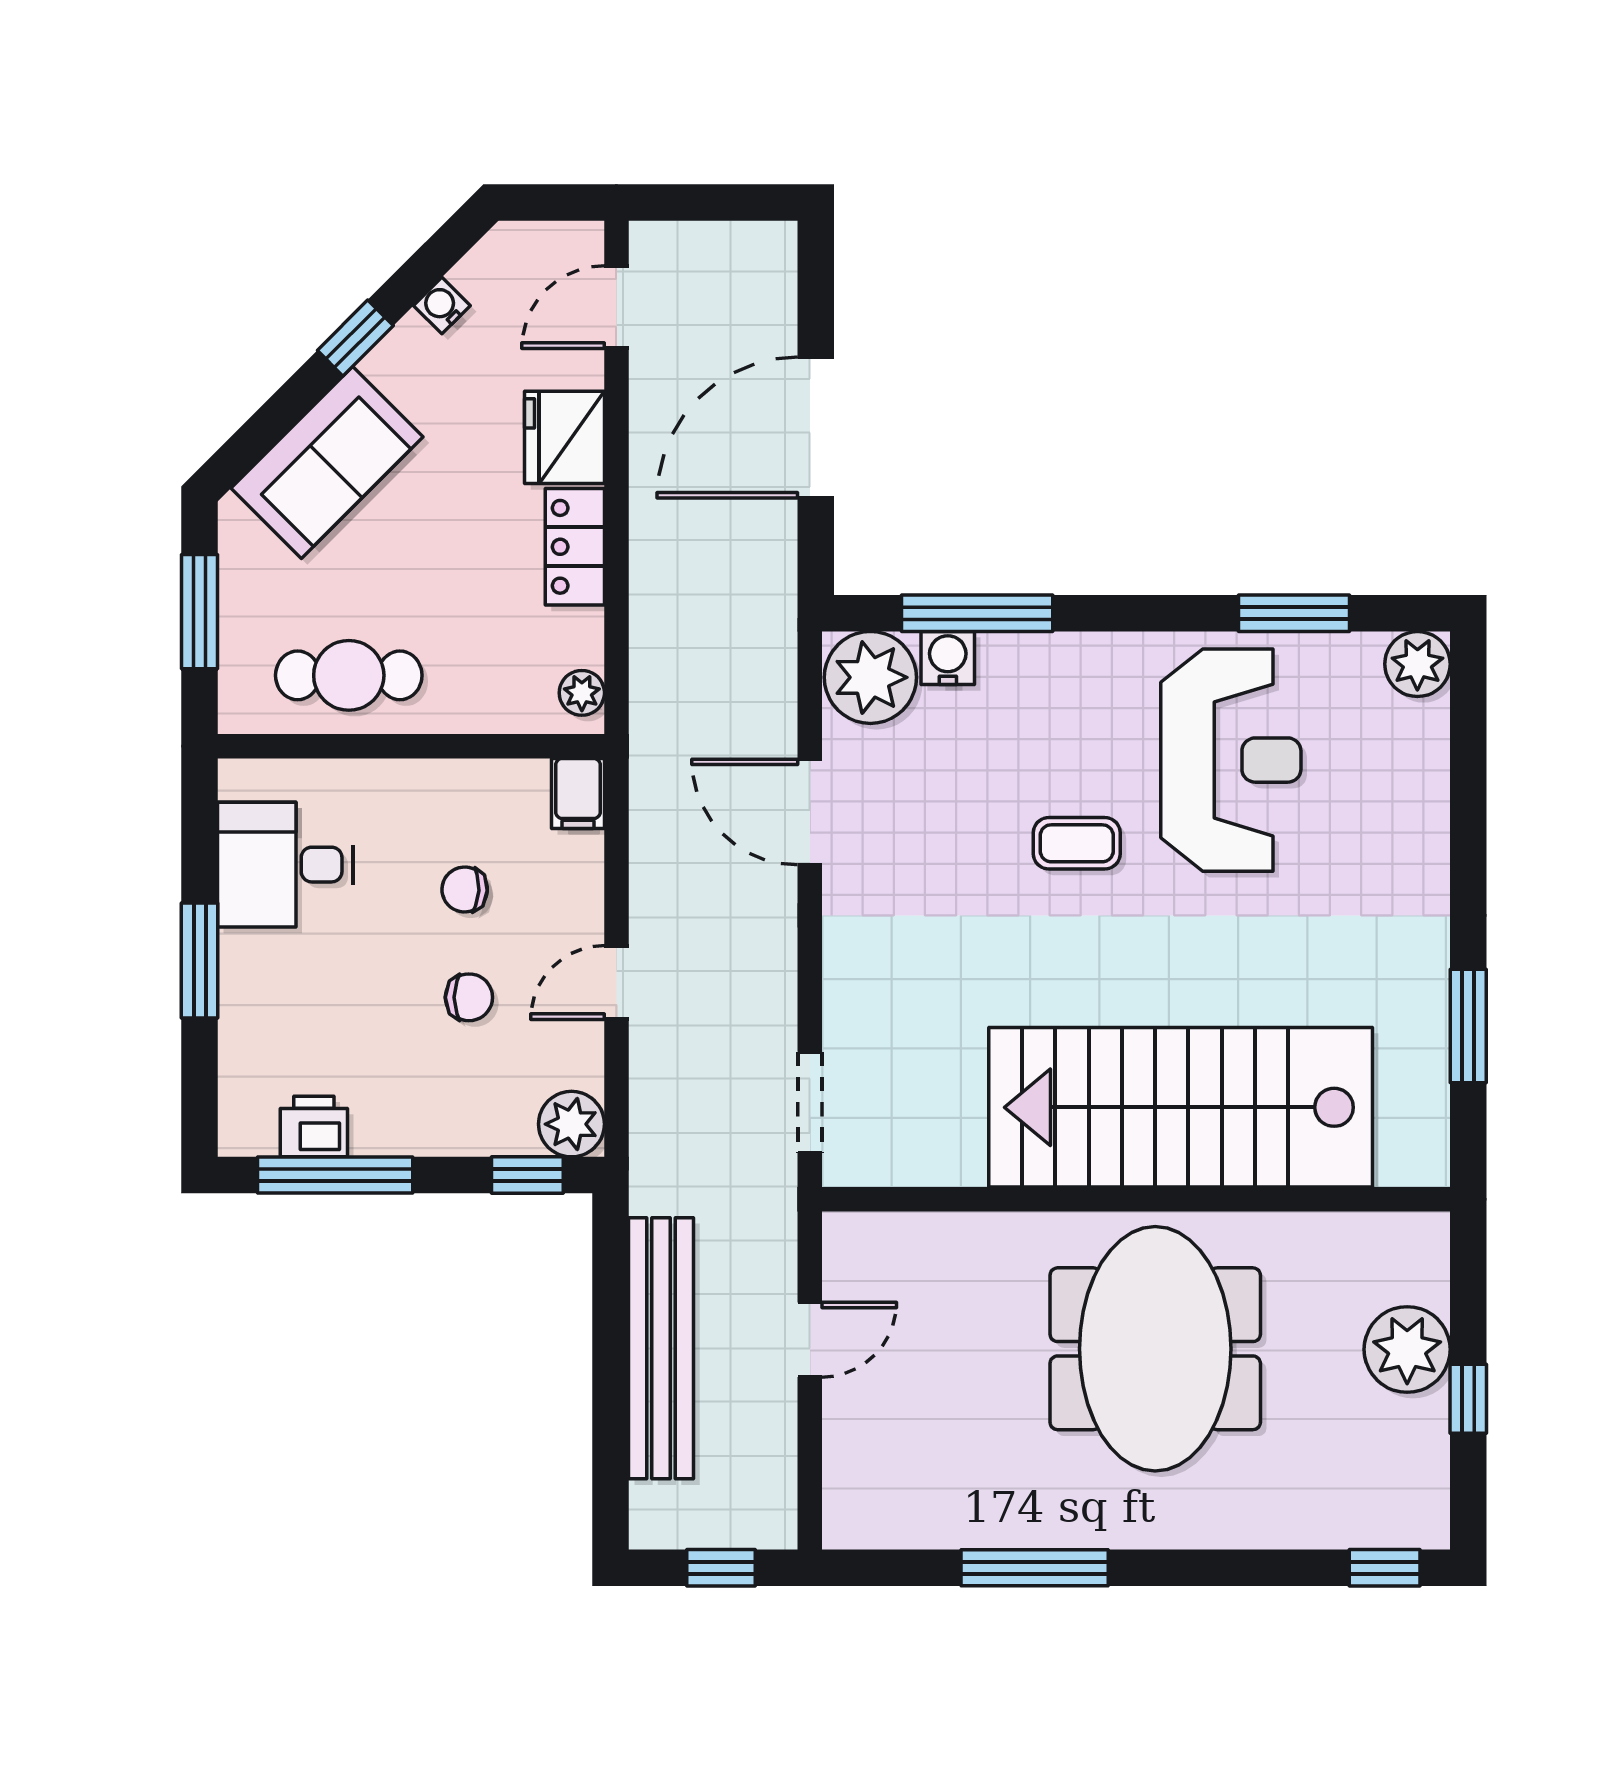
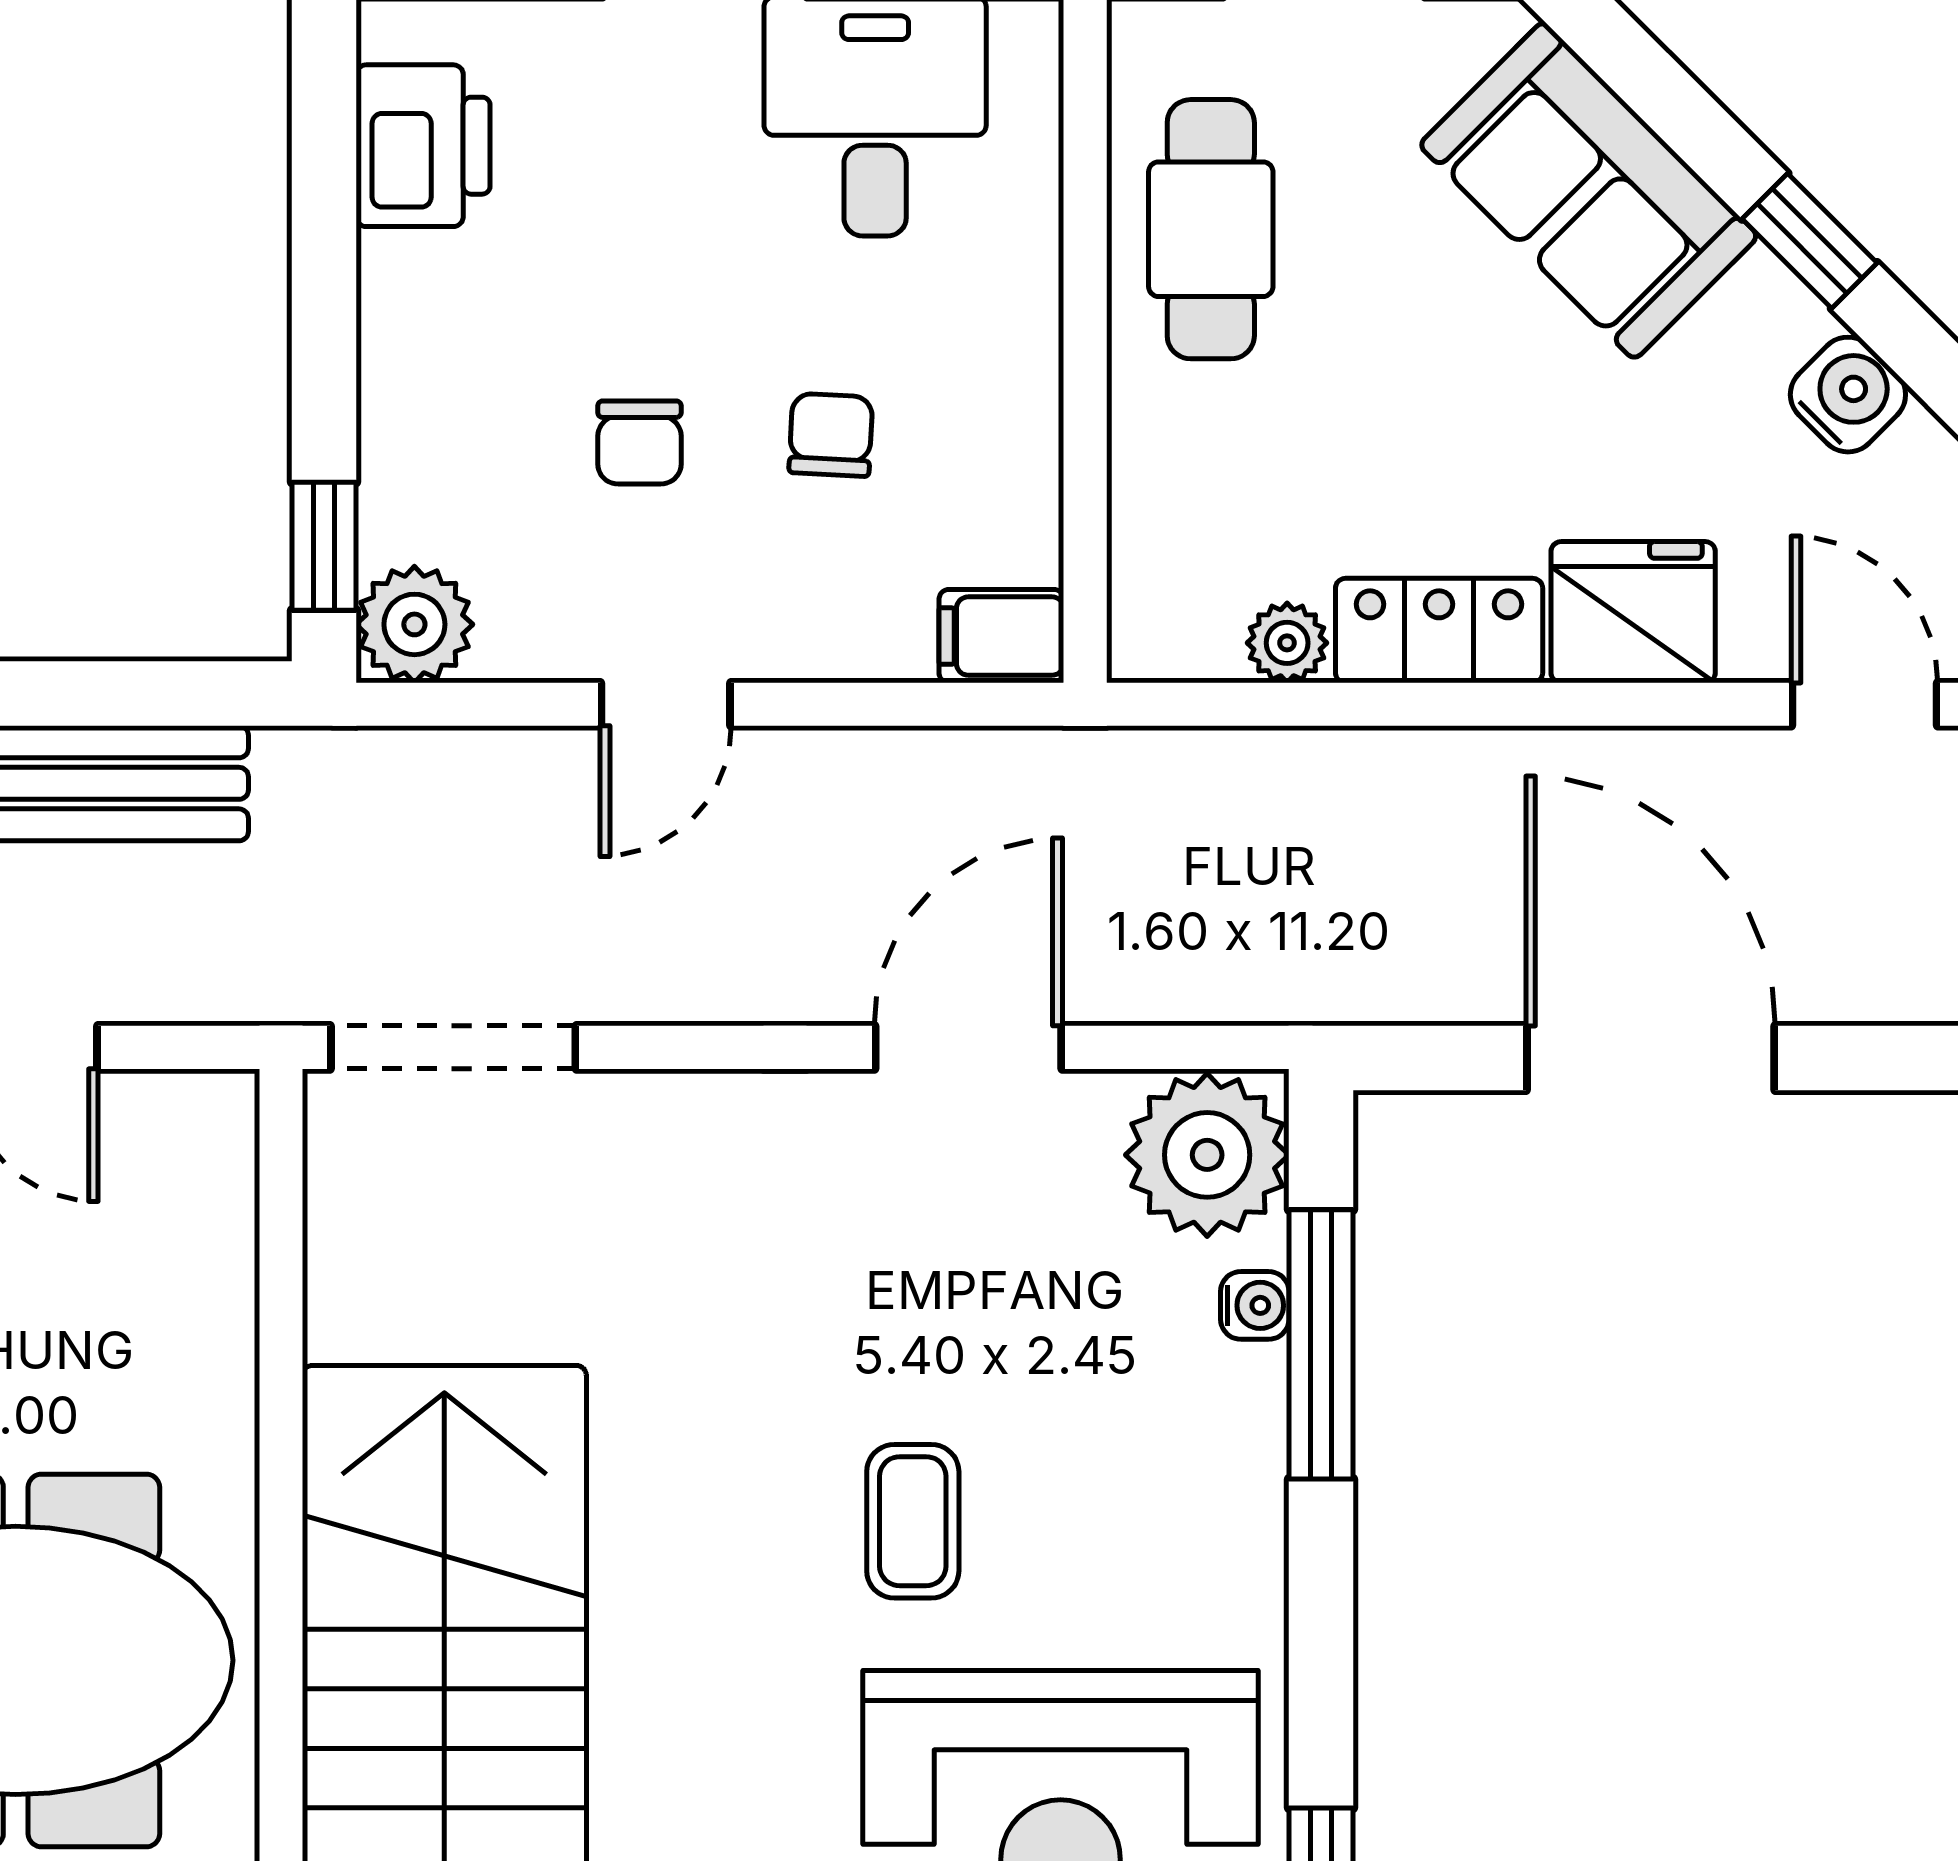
water cooler: (442, 306) -> (1848, 395), width x1.38, depth x1.38
water cooler: (948, 658) -> (1255, 1305), width x0.72, depth x0.72
plant: (582, 693) -> (1287, 643), moved
door: (616, 983) -> (666, 704), swing flipped
doorway: (810, 1102) -> (453, 1047), width x1.38
printer: (314, 1127) -> (423, 146), width x1.36, depth x1.24
window: (335, 1175) -> (324, 205), removed

